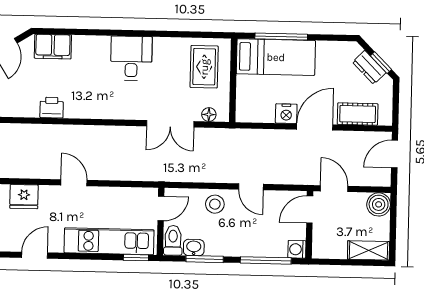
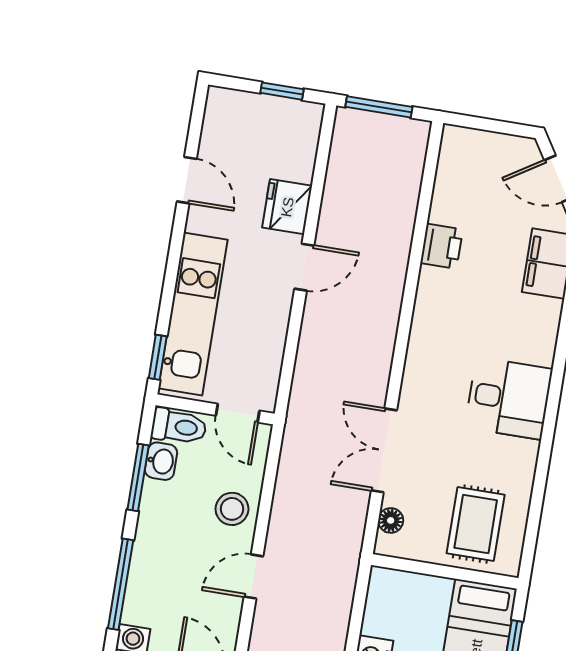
rug: (204, 67) -> (476, 524), turned 90
fridge: (24, 197) -> (287, 207), moved

